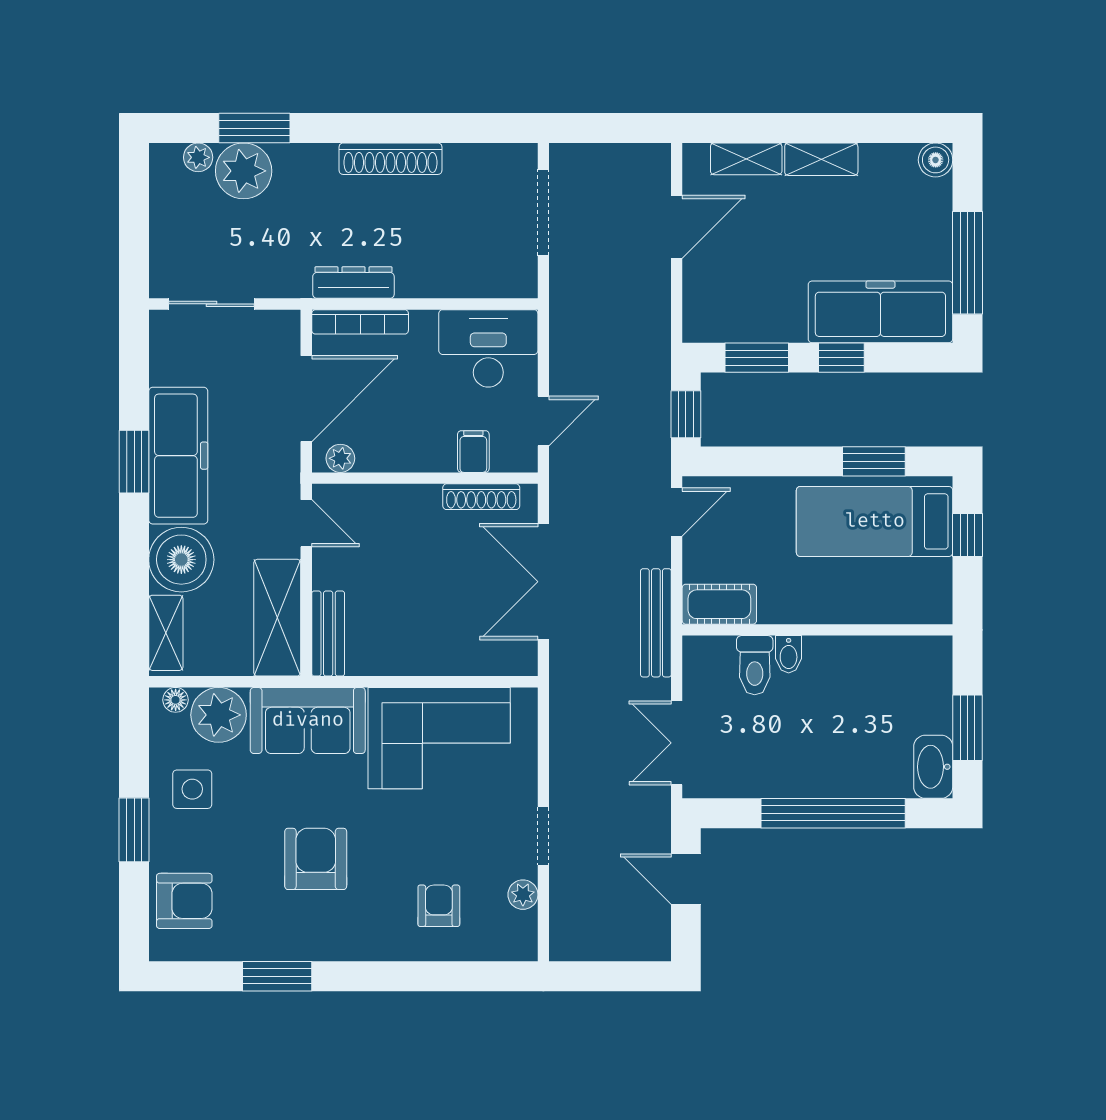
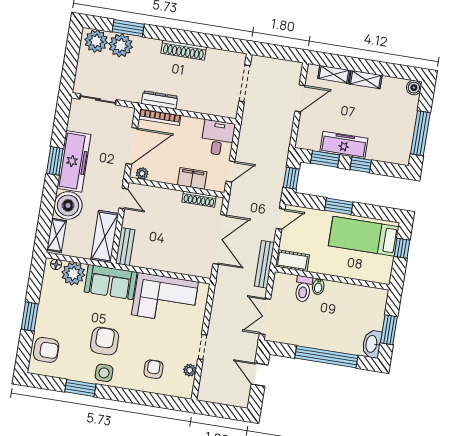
plant: (198, 157) -> (96, 41), width x1.87, depth x1.87
freezer: (880, 312) -> (344, 145), moved, width x0.73, depth x0.79
desk: (488, 348) -> (218, 138), width x0.73
filing cabinet: (473, 452) -> (192, 178), width x2.00
window: (874, 461) -> (339, 206), moved
double door: (543, 582) -> (220, 239), swing flipped
side table: (192, 789) -> (104, 373), moved

